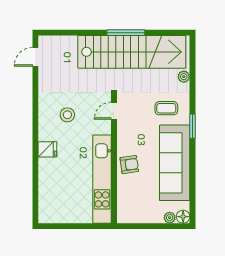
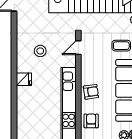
armchair: (130, 200) -> (91, 121), added

